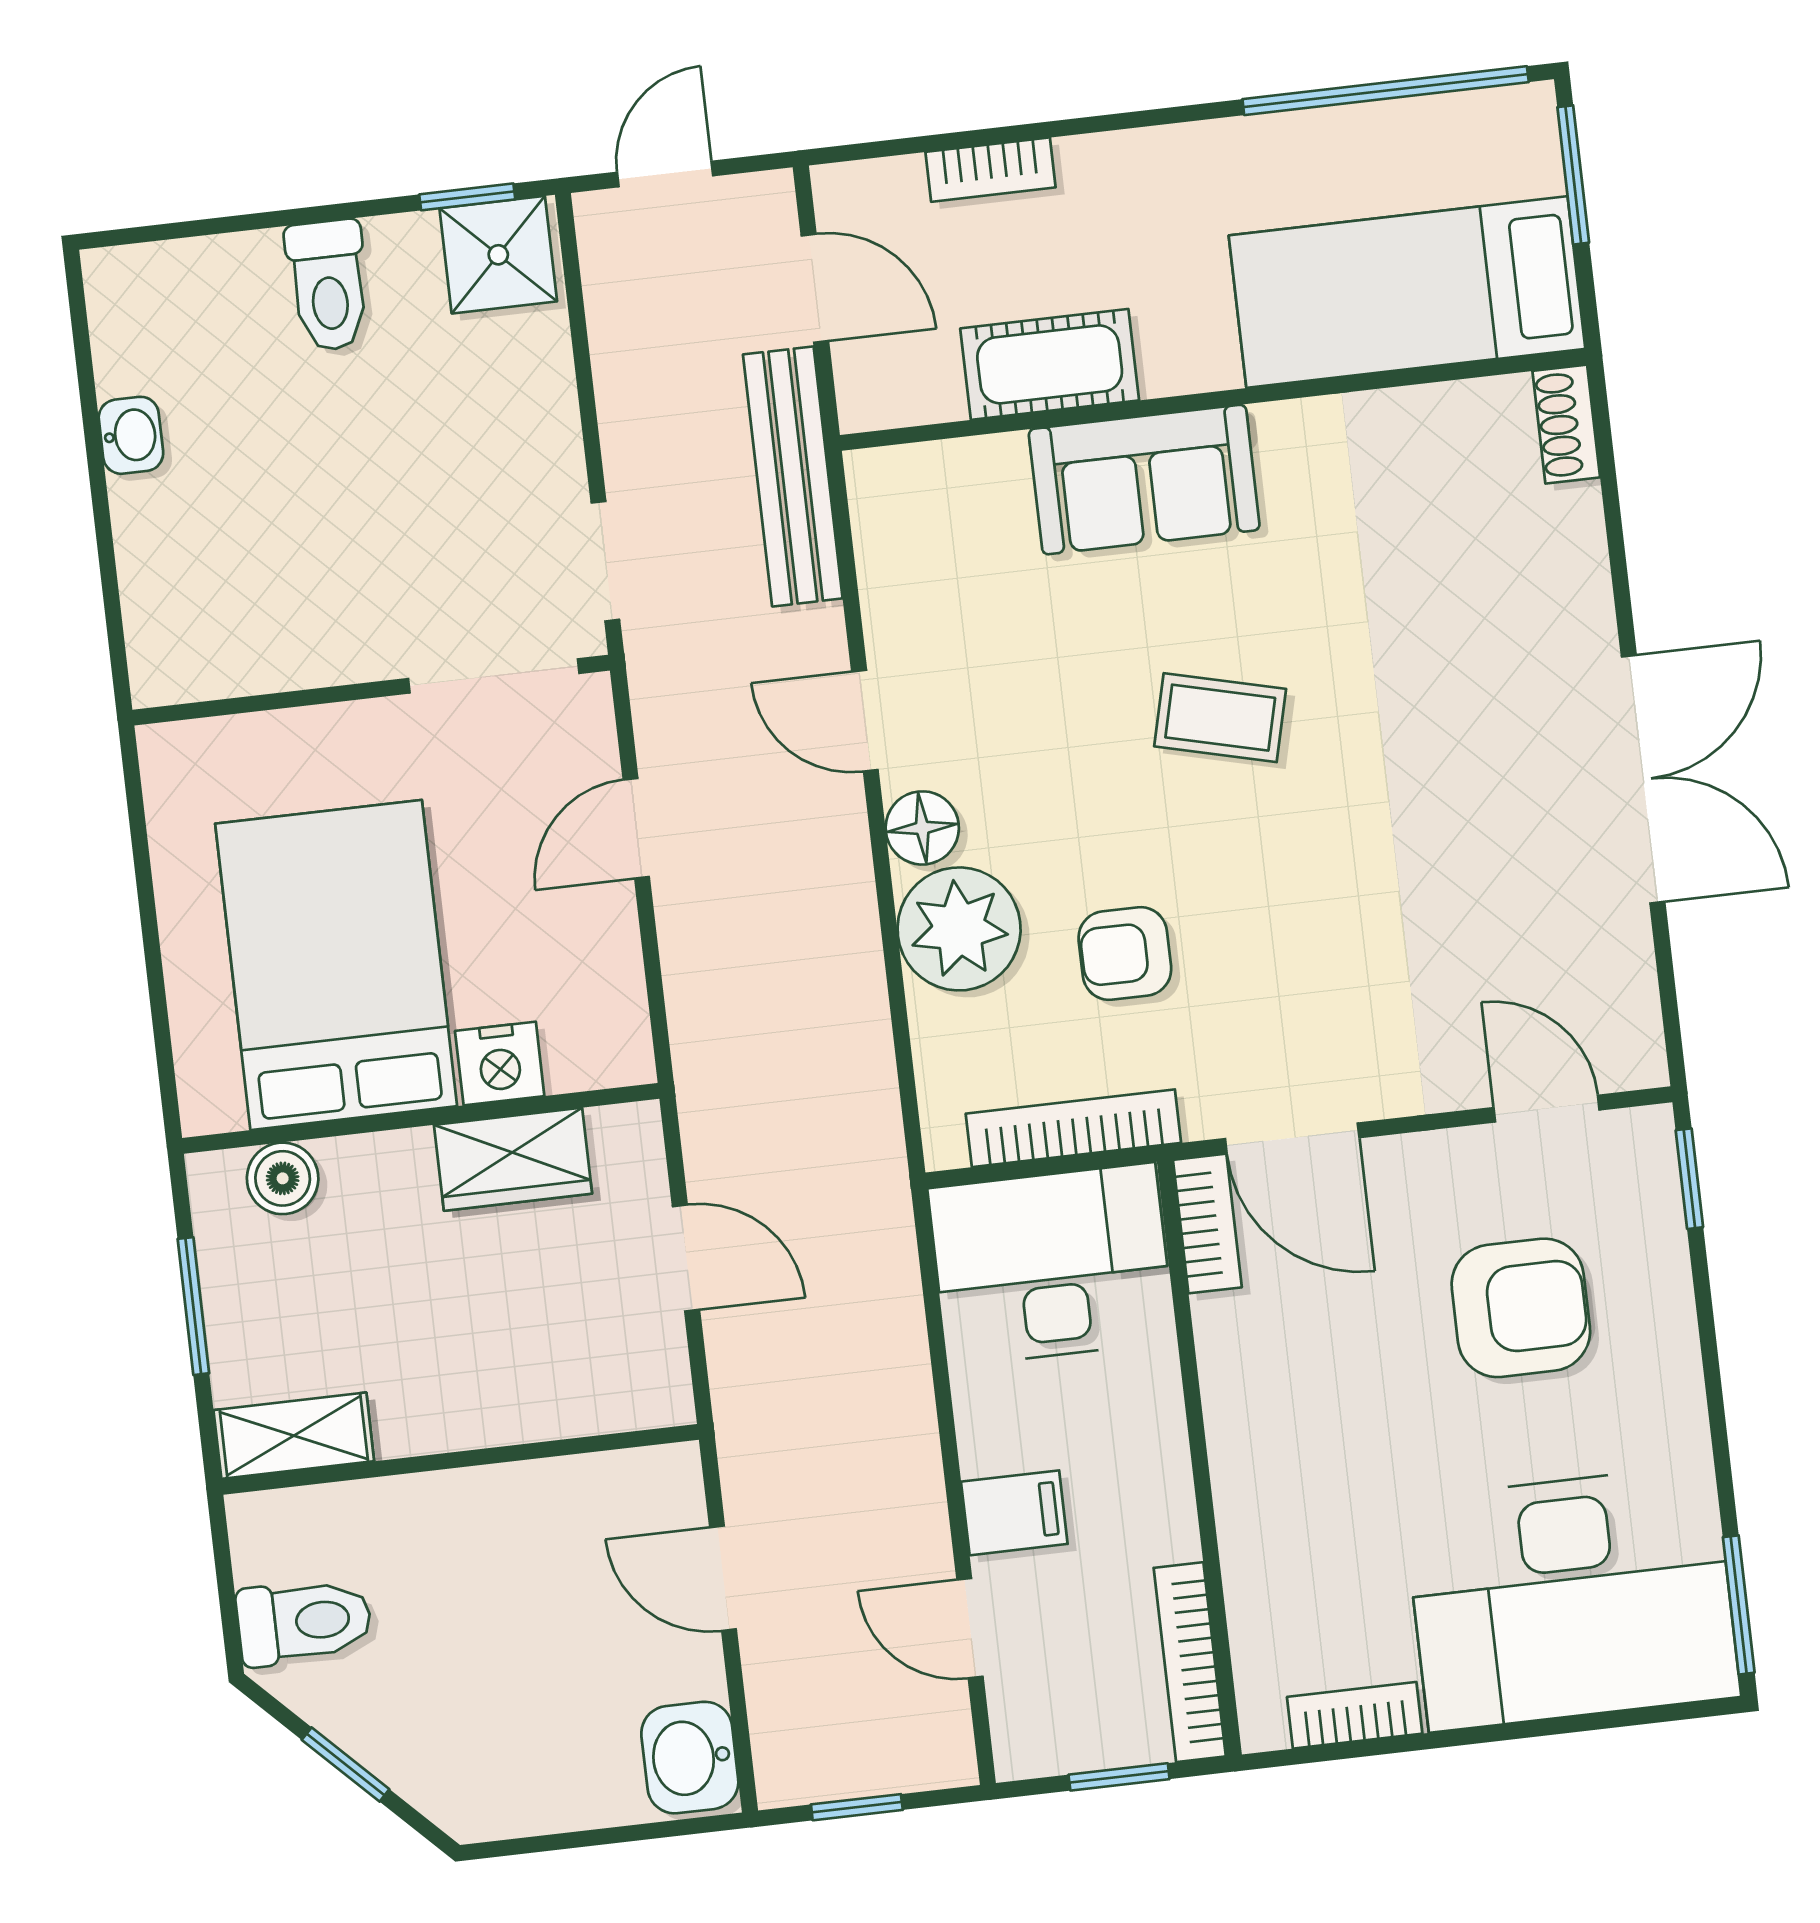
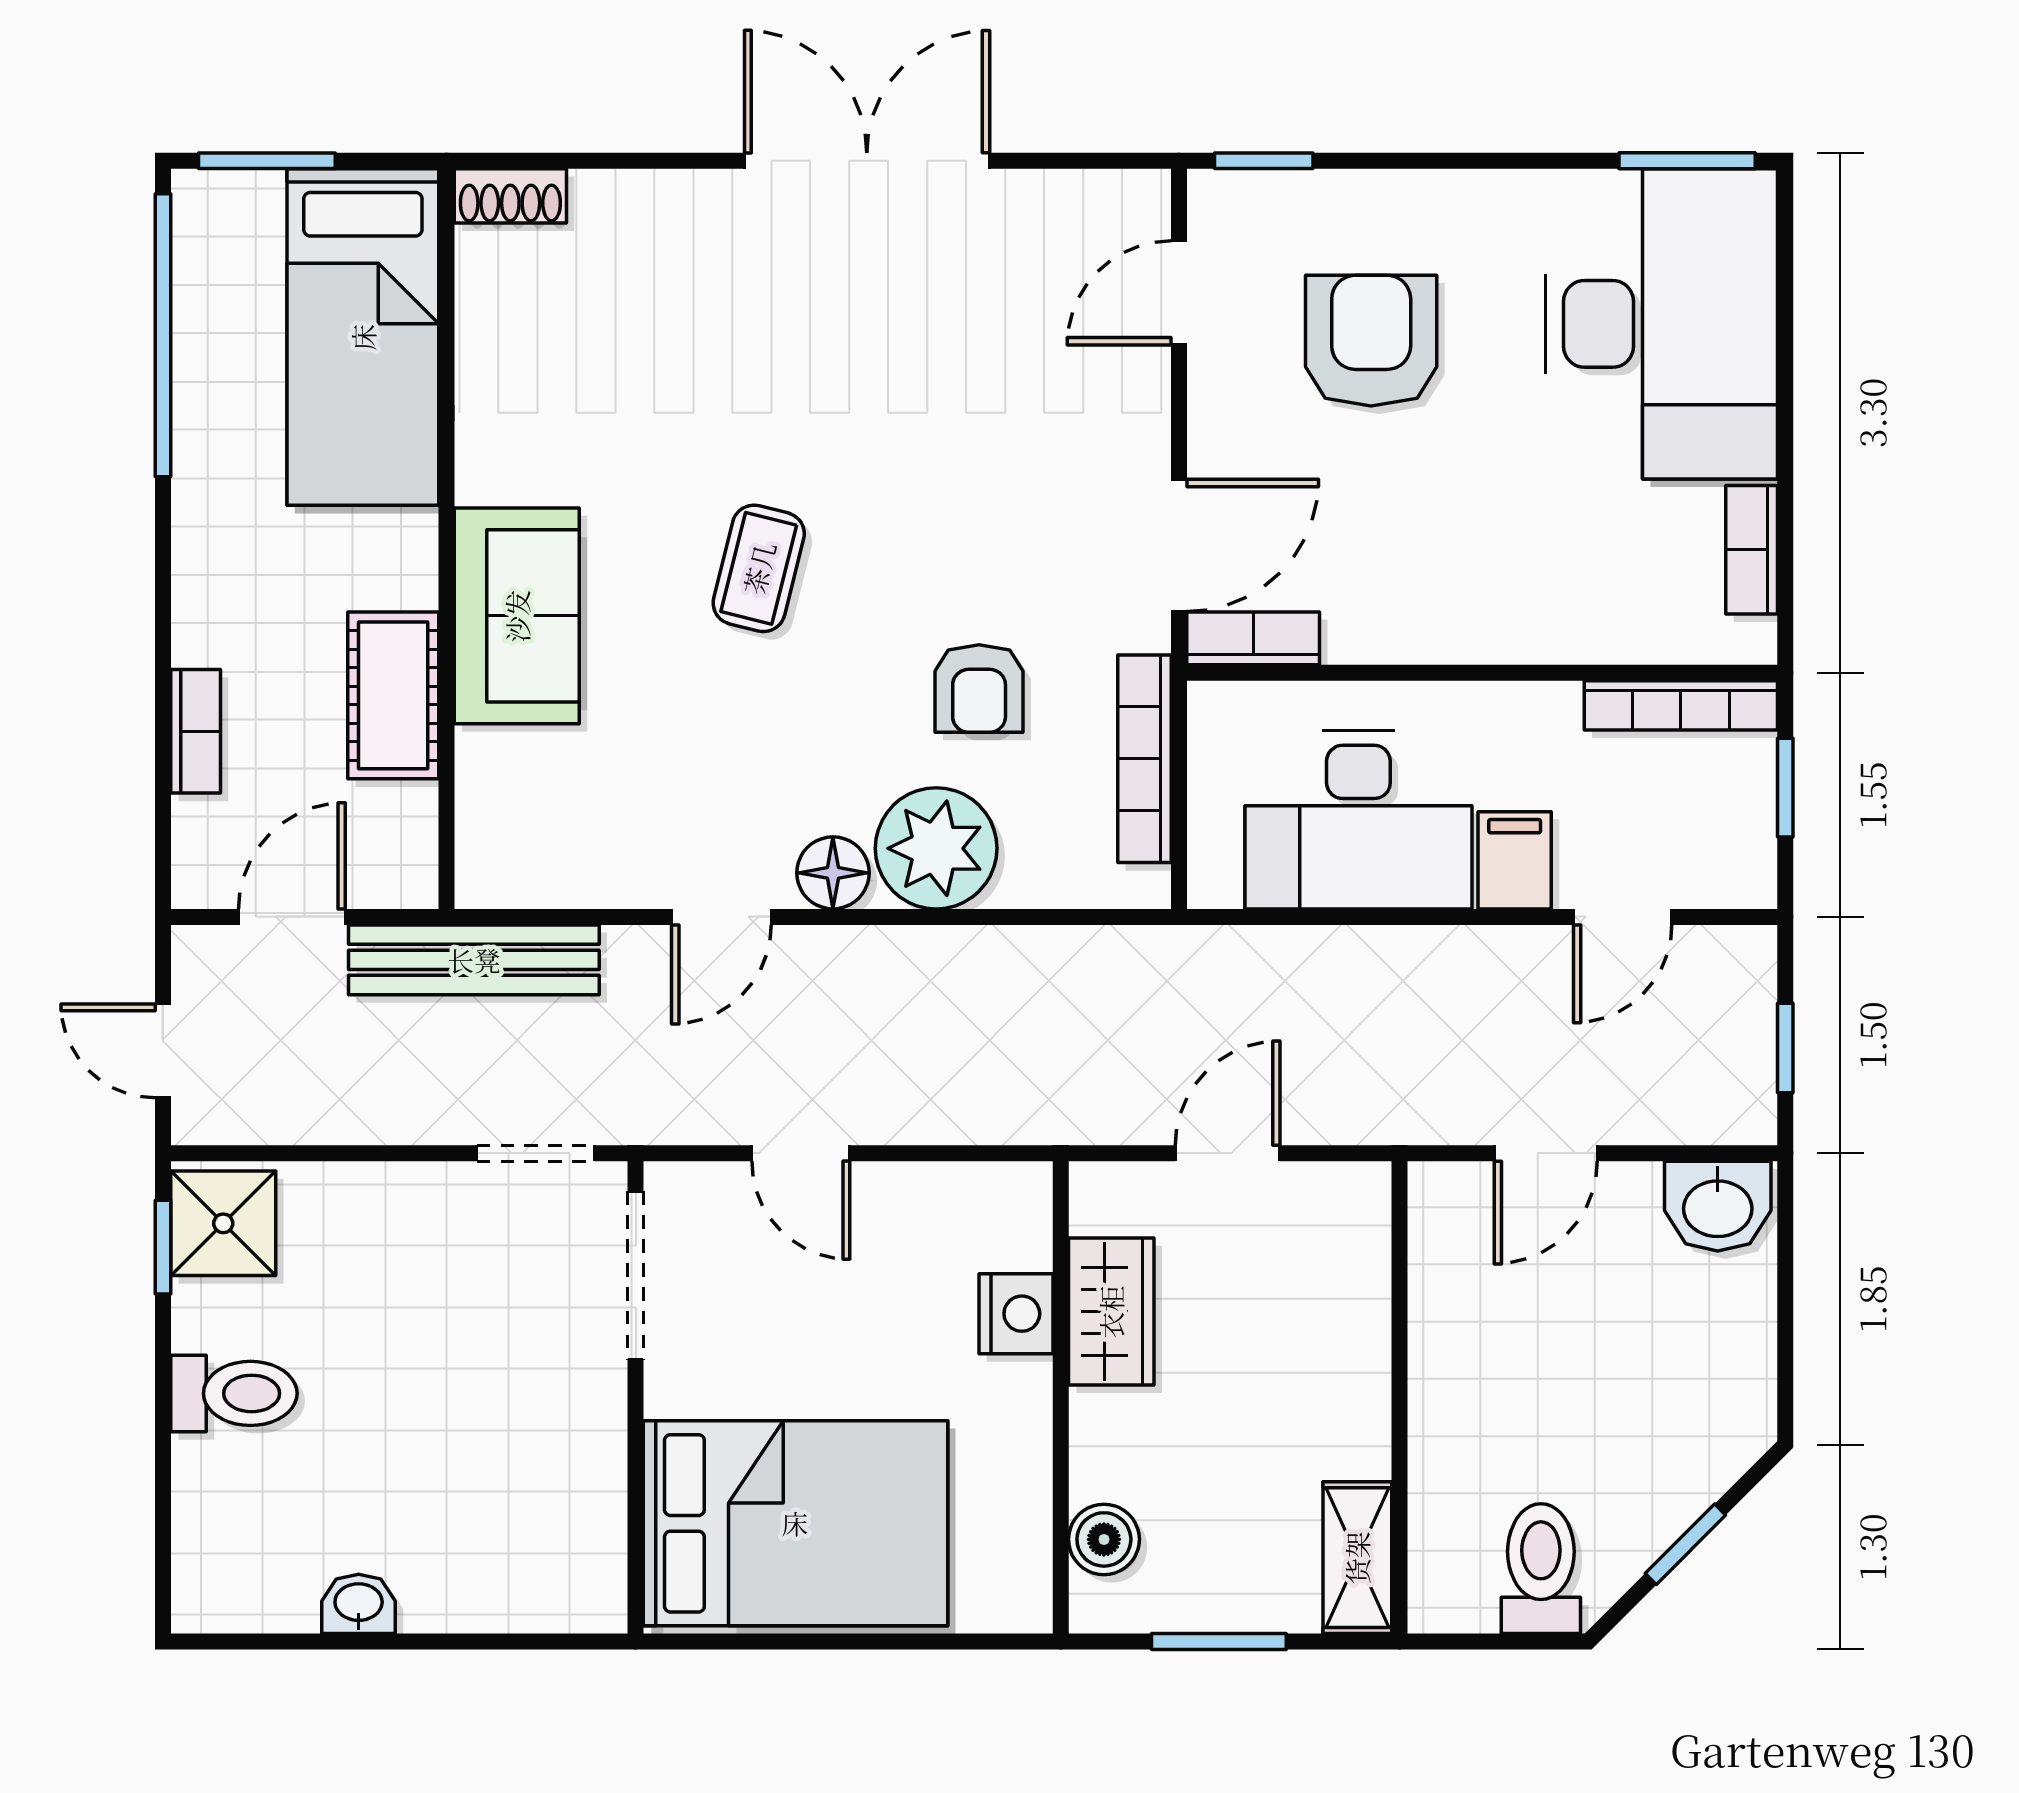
bed: (336, 965) -> (795, 1523), moved, turned 180
desk: (1052, 1265) -> (1358, 820), moved, turned -90

